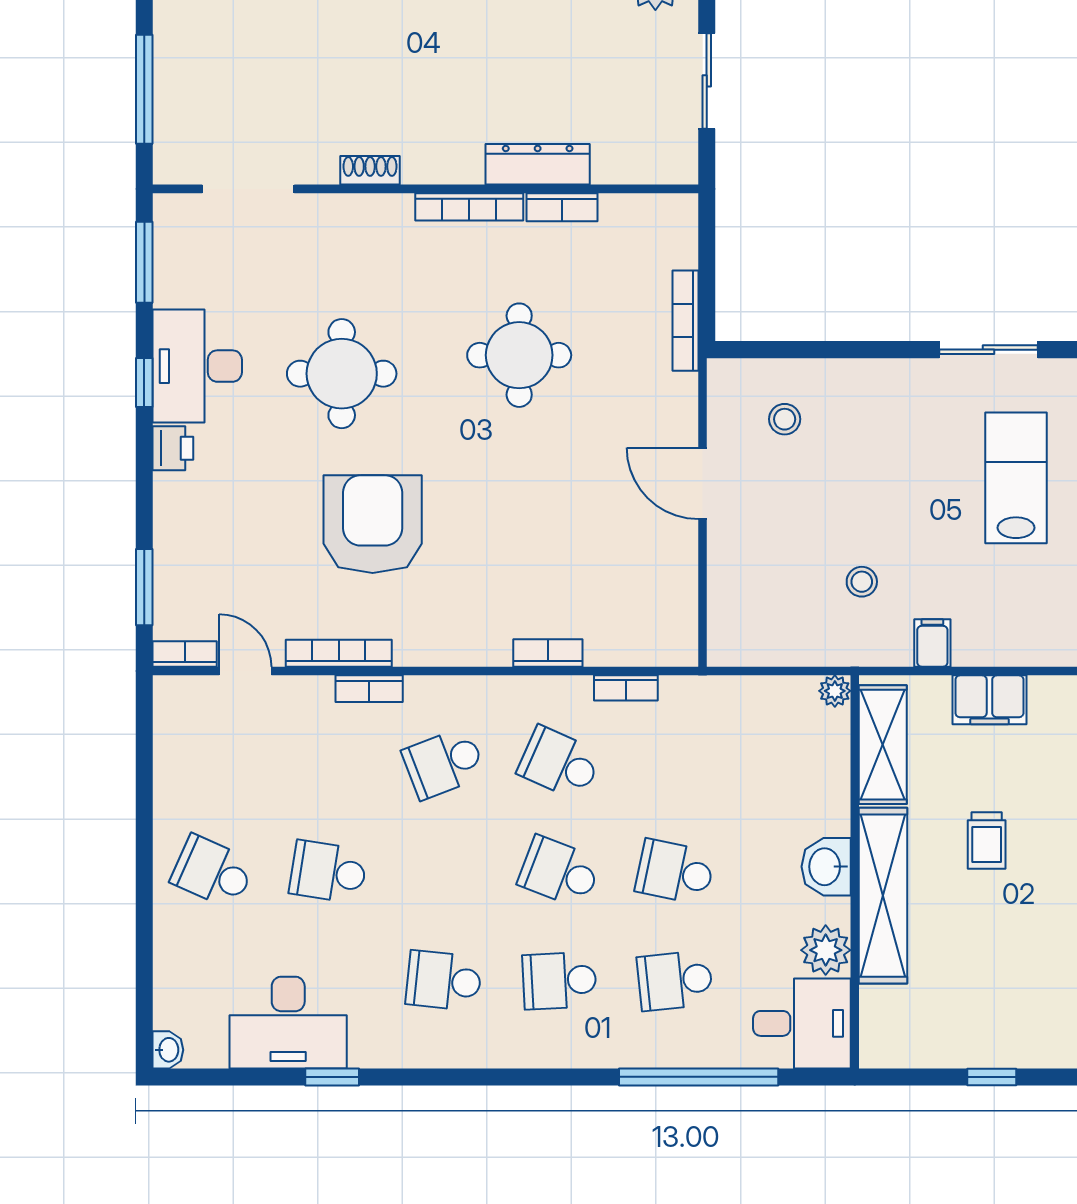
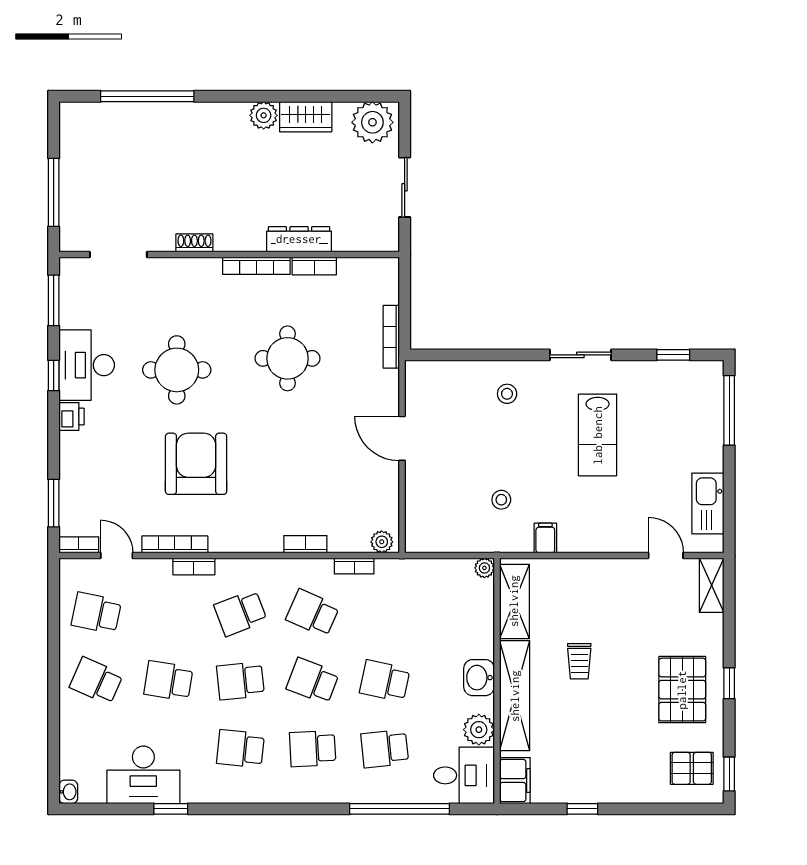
stool: (785, 419) -> (507, 394), moved
lab bench: (1016, 478) -> (598, 435), turned 180
plant: (670, 649) -> (382, 542), added
filing cabinet: (989, 700) -> (515, 781), moved, turned -90
school desk: (213, 763) -> (96, 613), added
school desk: (444, 872) -> (240, 681), added

